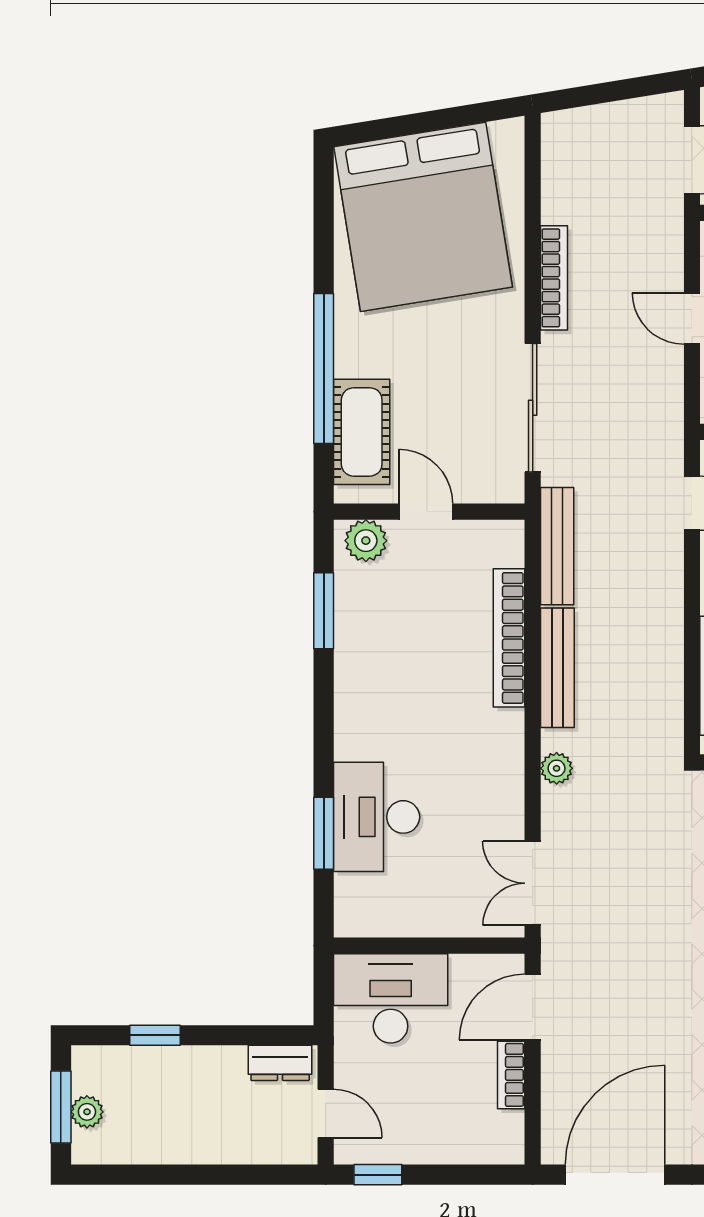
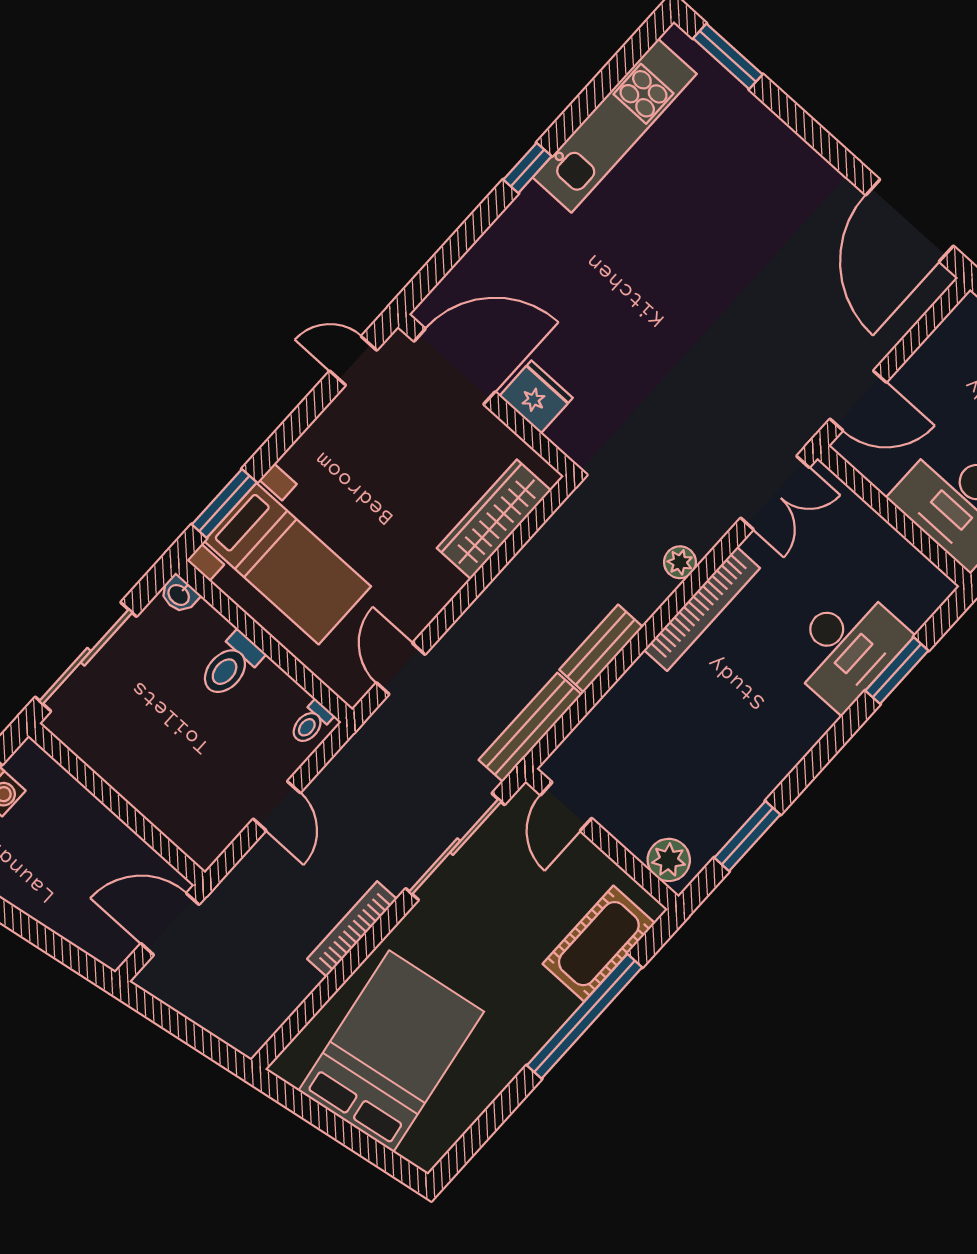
bed: (423, 217) -> (391, 1051), width x0.73
door: (426, 512) -> (566, 807), moved
bookcase: (509, 638) -> (702, 609), moved
bench: (557, 668) -> (601, 648), width x0.73
bookcase: (511, 1075) -> (920, 365), removed
door: (615, 1175) -> (910, 221), hinge flipped

